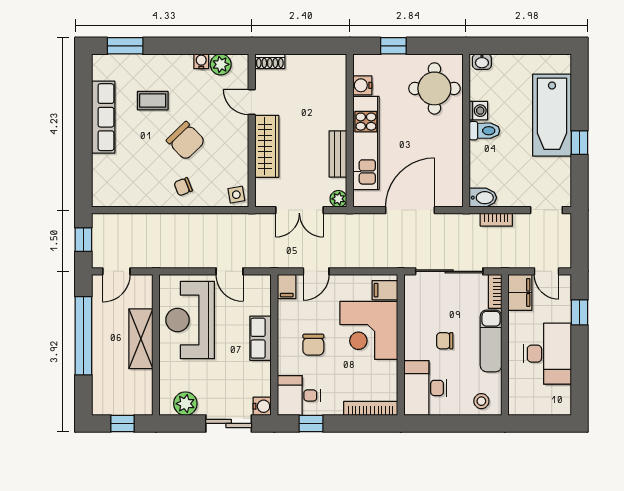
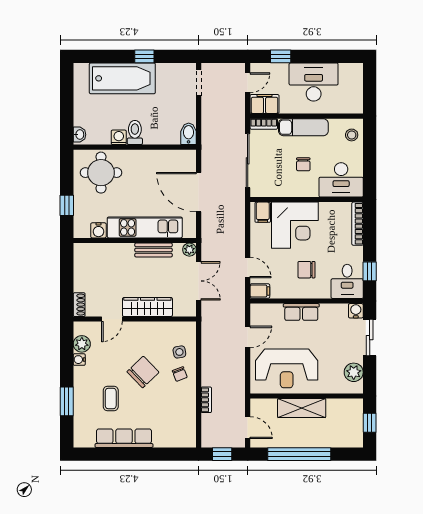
window: (125, 46) -> (67, 401), moved
side table: (236, 195) -> (179, 352), moved
bookcase: (496, 220) -> (206, 400), moved
chair: (313, 345) -> (306, 270), turned 180

